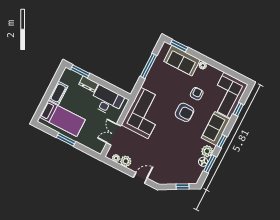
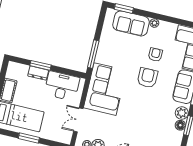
window: (149, 66) -> (93, 54), moved
window: (80, 71) -> (41, 65), moved
armchair: (184, 112) -> (147, 78), turned -90

